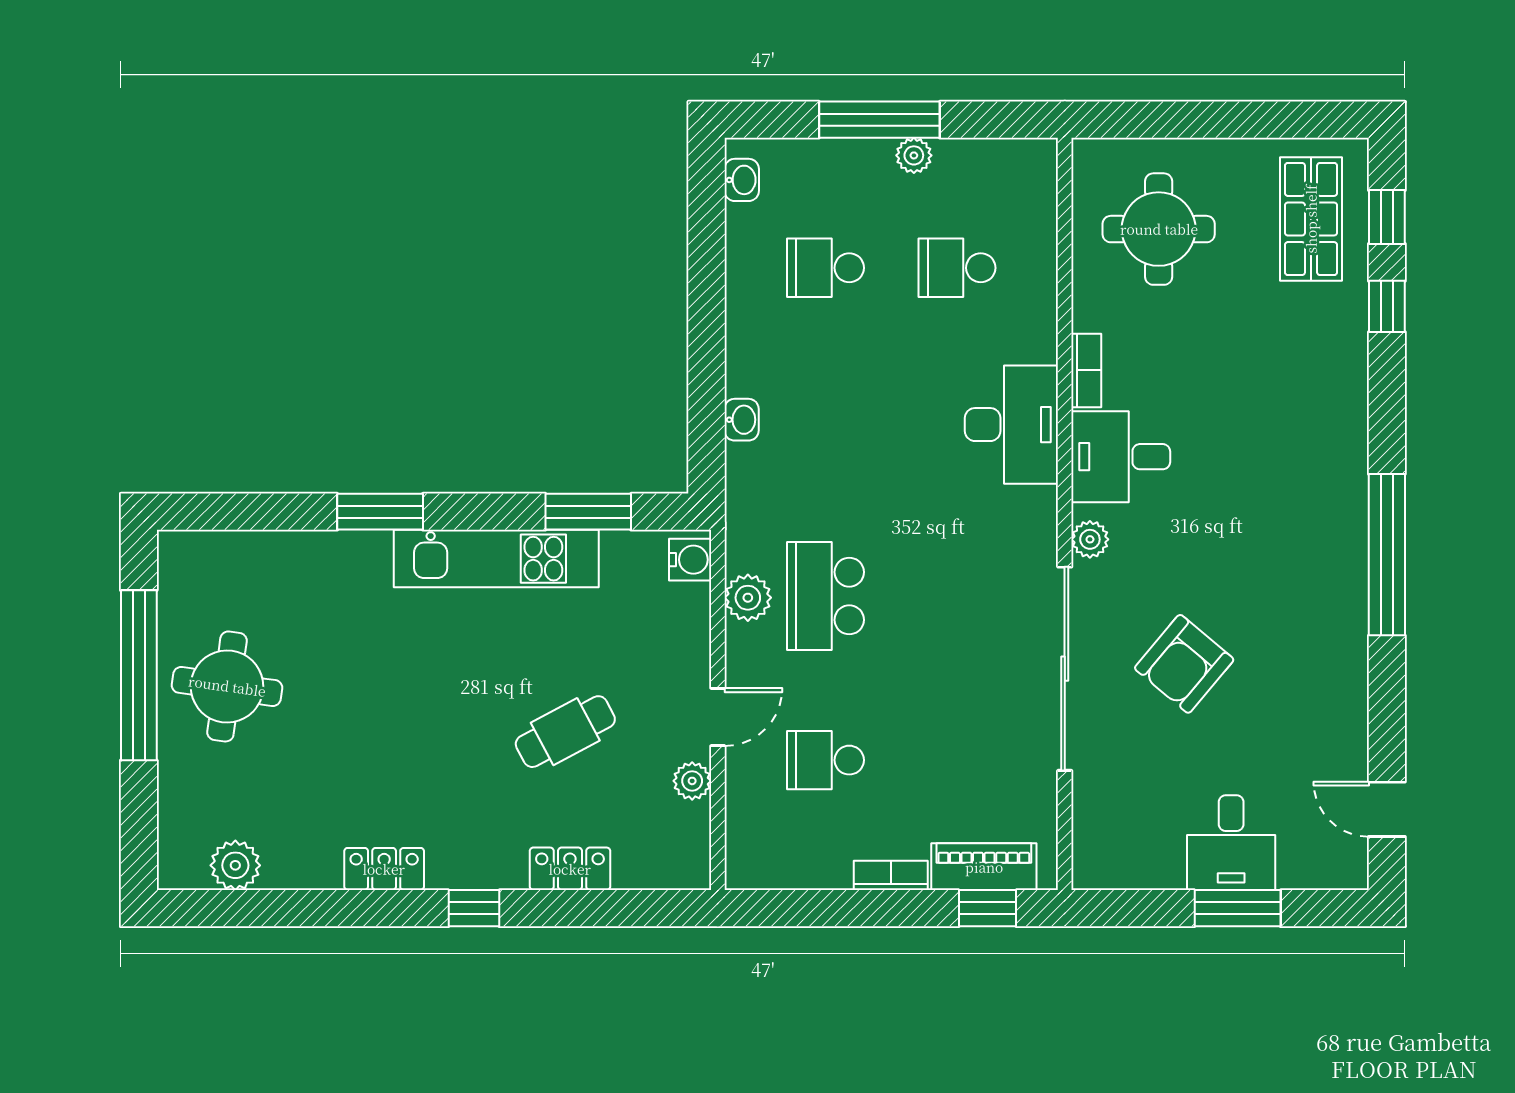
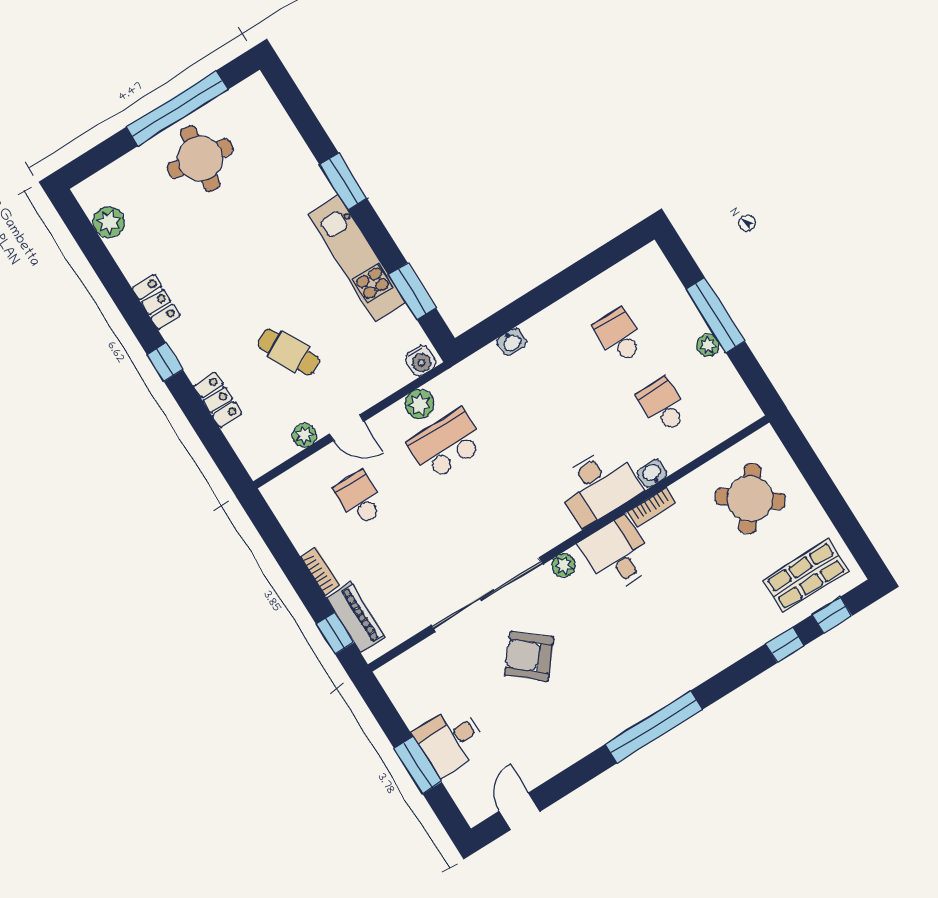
washbasin: (742, 180) -> (652, 473), moved, turned 180
round table: (1159, 229) -> (750, 499), turned 37

